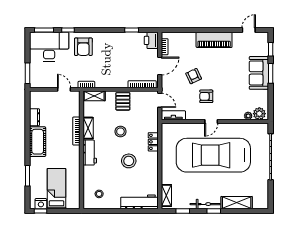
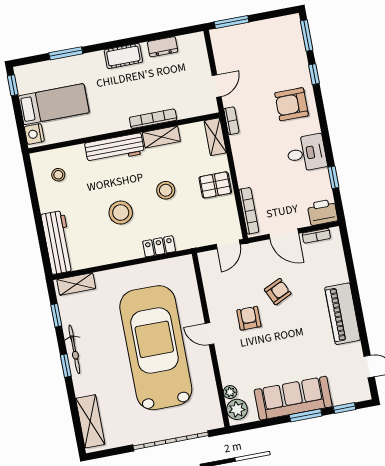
desk: (49, 47) -> (306, 153), moved, width x0.53, depth x0.77
sofa: (259, 73) -> (293, 398), width x1.36
tv unit: (173, 115) -> (208, 271), removed
cot: (38, 142) -> (123, 56), width x0.73, depth x0.75
workbench: (90, 153) -> (115, 148), width x1.38
shelving: (237, 203) -> (90, 421), moved
nightstand: (41, 204) -> (34, 134), moved

